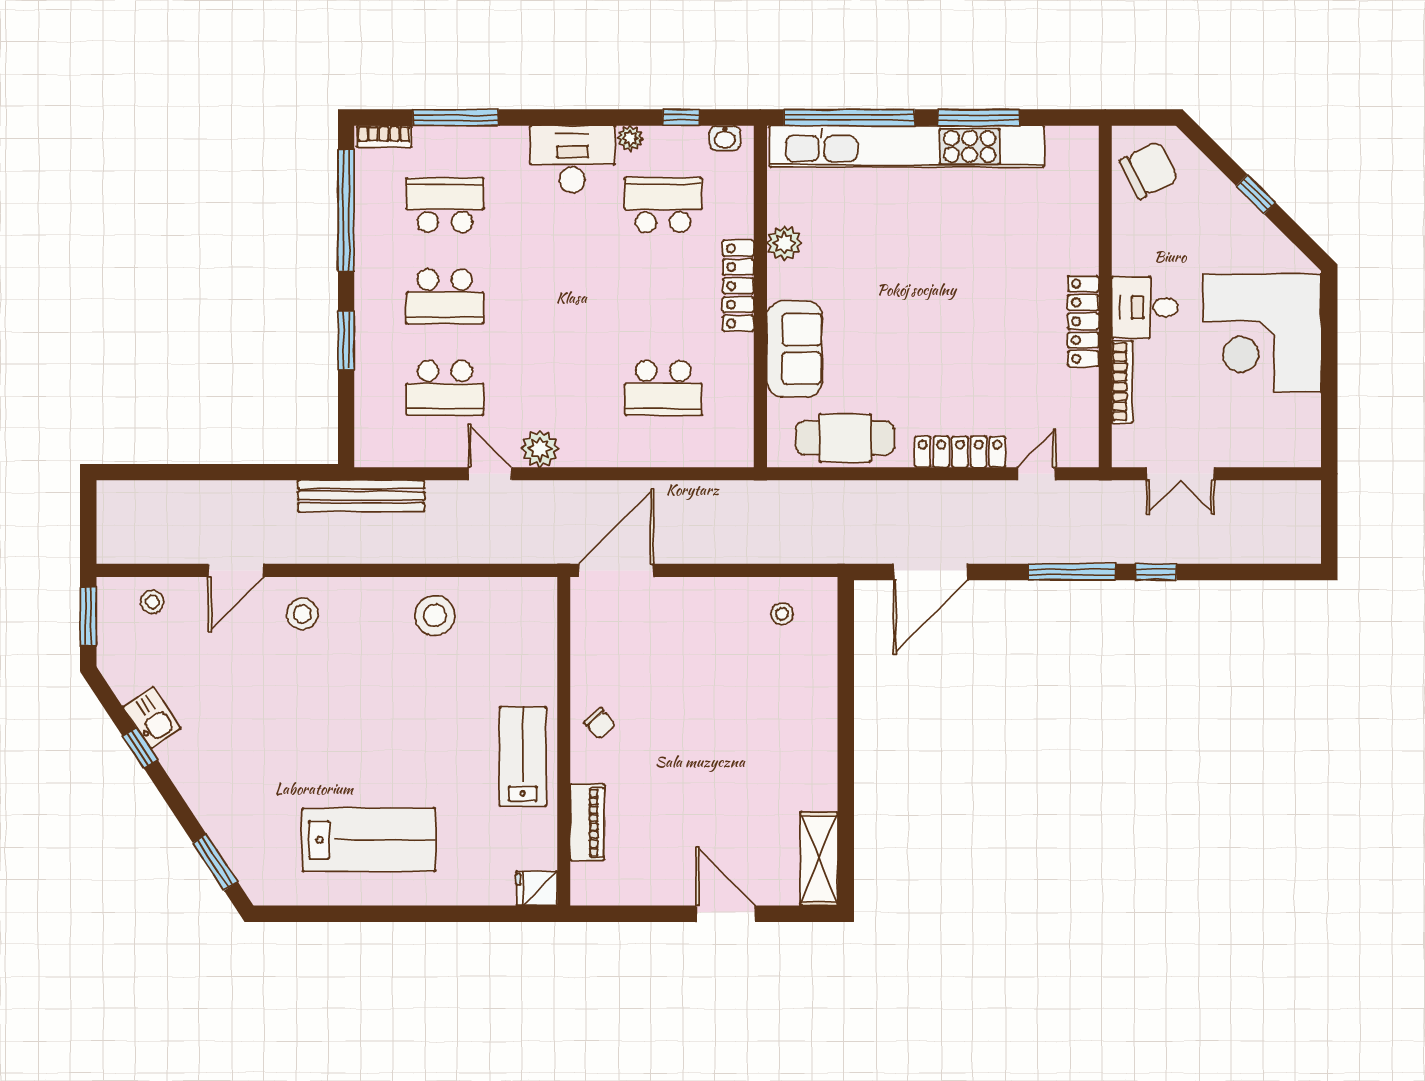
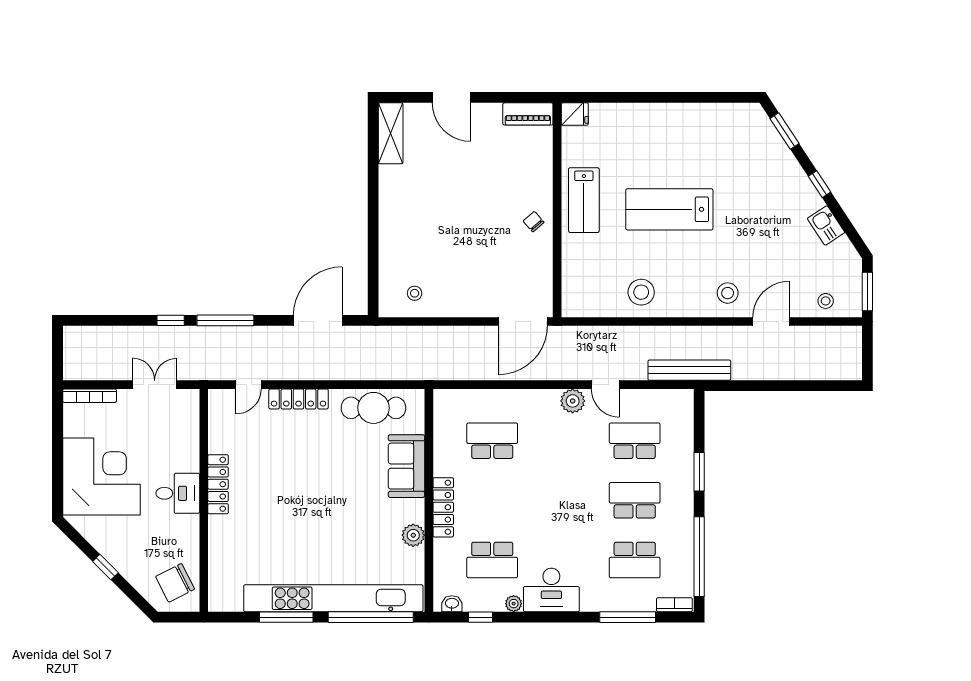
bookcase: (1122, 382) -> (90, 396), moved, turned -90
window: (140, 748) -> (820, 184), moved
piano: (587, 822) -> (528, 114), moved, turned -90
lab bench: (369, 840) -> (669, 209), moved

